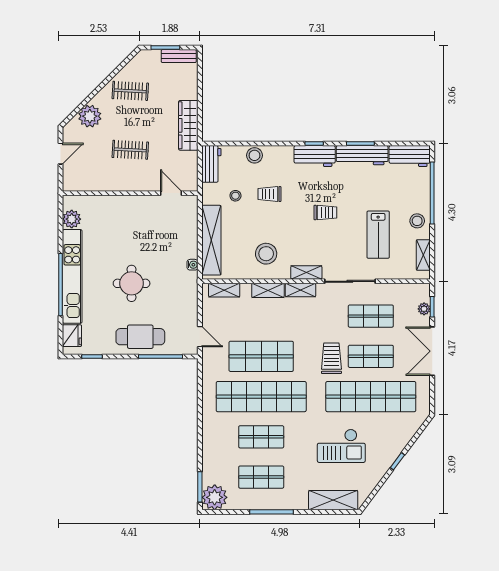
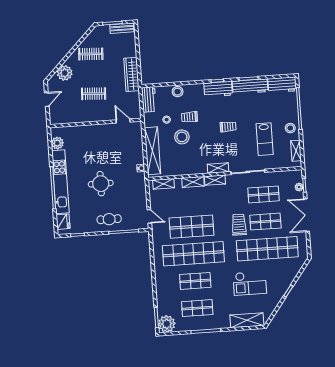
stool: (266, 254) -> (182, 137), moved
cafe table: (140, 337) -> (109, 219), width x0.73, depth x0.74

